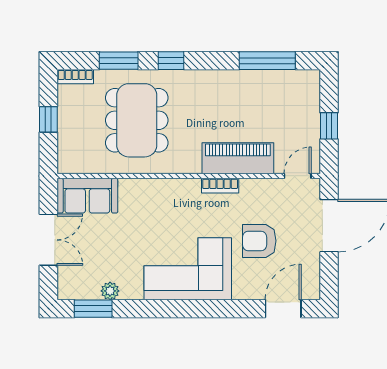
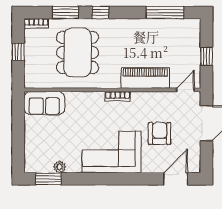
bookcase: (220, 186) -> (118, 96), moved
double door: (48, 240) -> (18, 133), removed
armchair: (259, 241) -> (160, 133), turned 90

